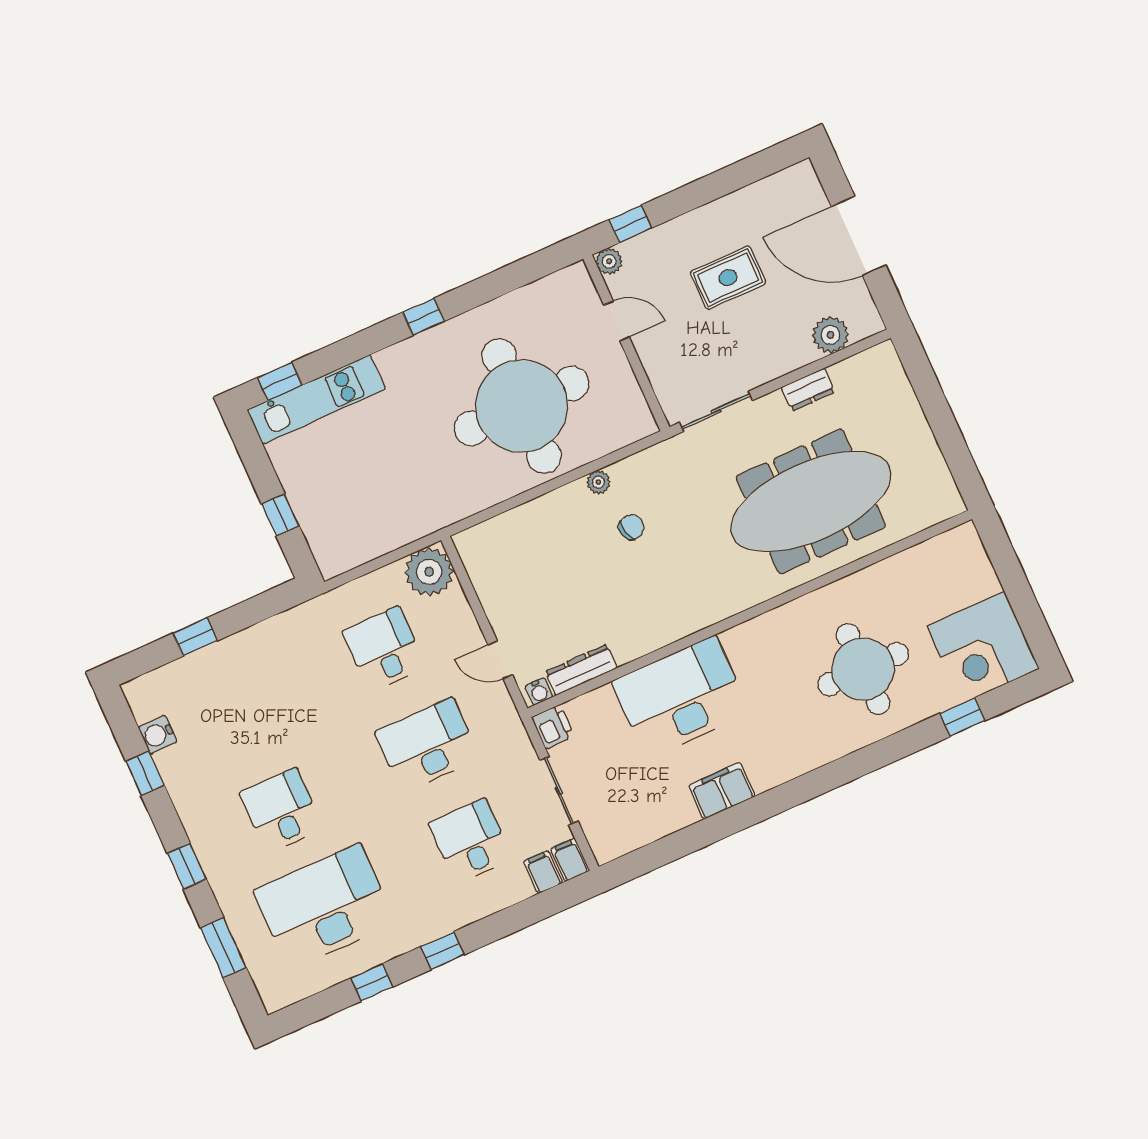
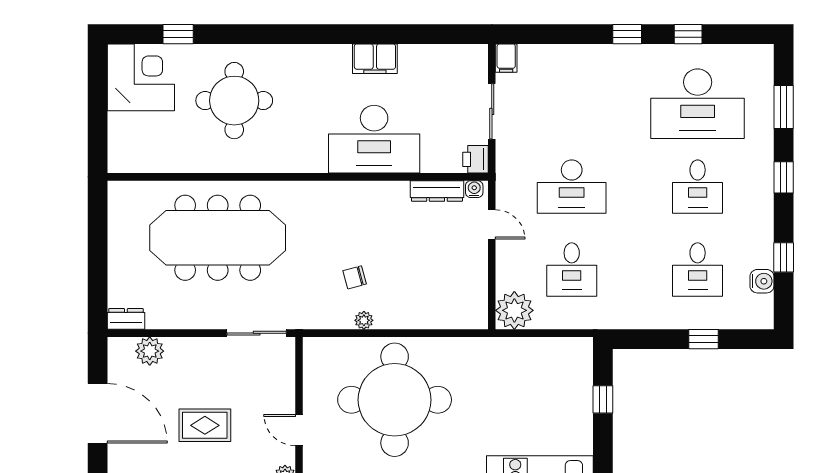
dresser: (808, 390) -> (126, 319), moved
desk: (470, 841) -> (698, 270), moved
filing cabinet: (543, 872) -> (530, 58), removed

